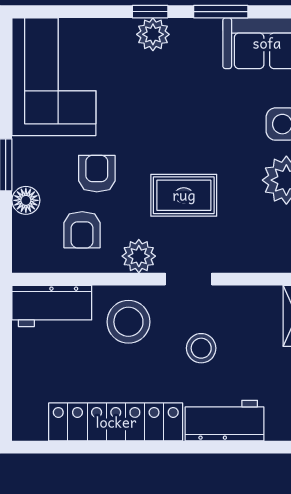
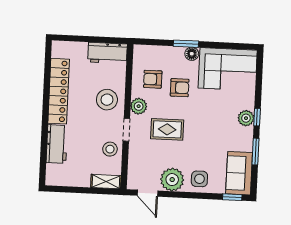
rug: (184, 195) -> (167, 129), turned 90
floor lamp: (26, 200) -> (192, 54), moved
workbench: (52, 306) -> (107, 53), moved, turned -90
stool: (201, 348) -> (110, 149), moved

